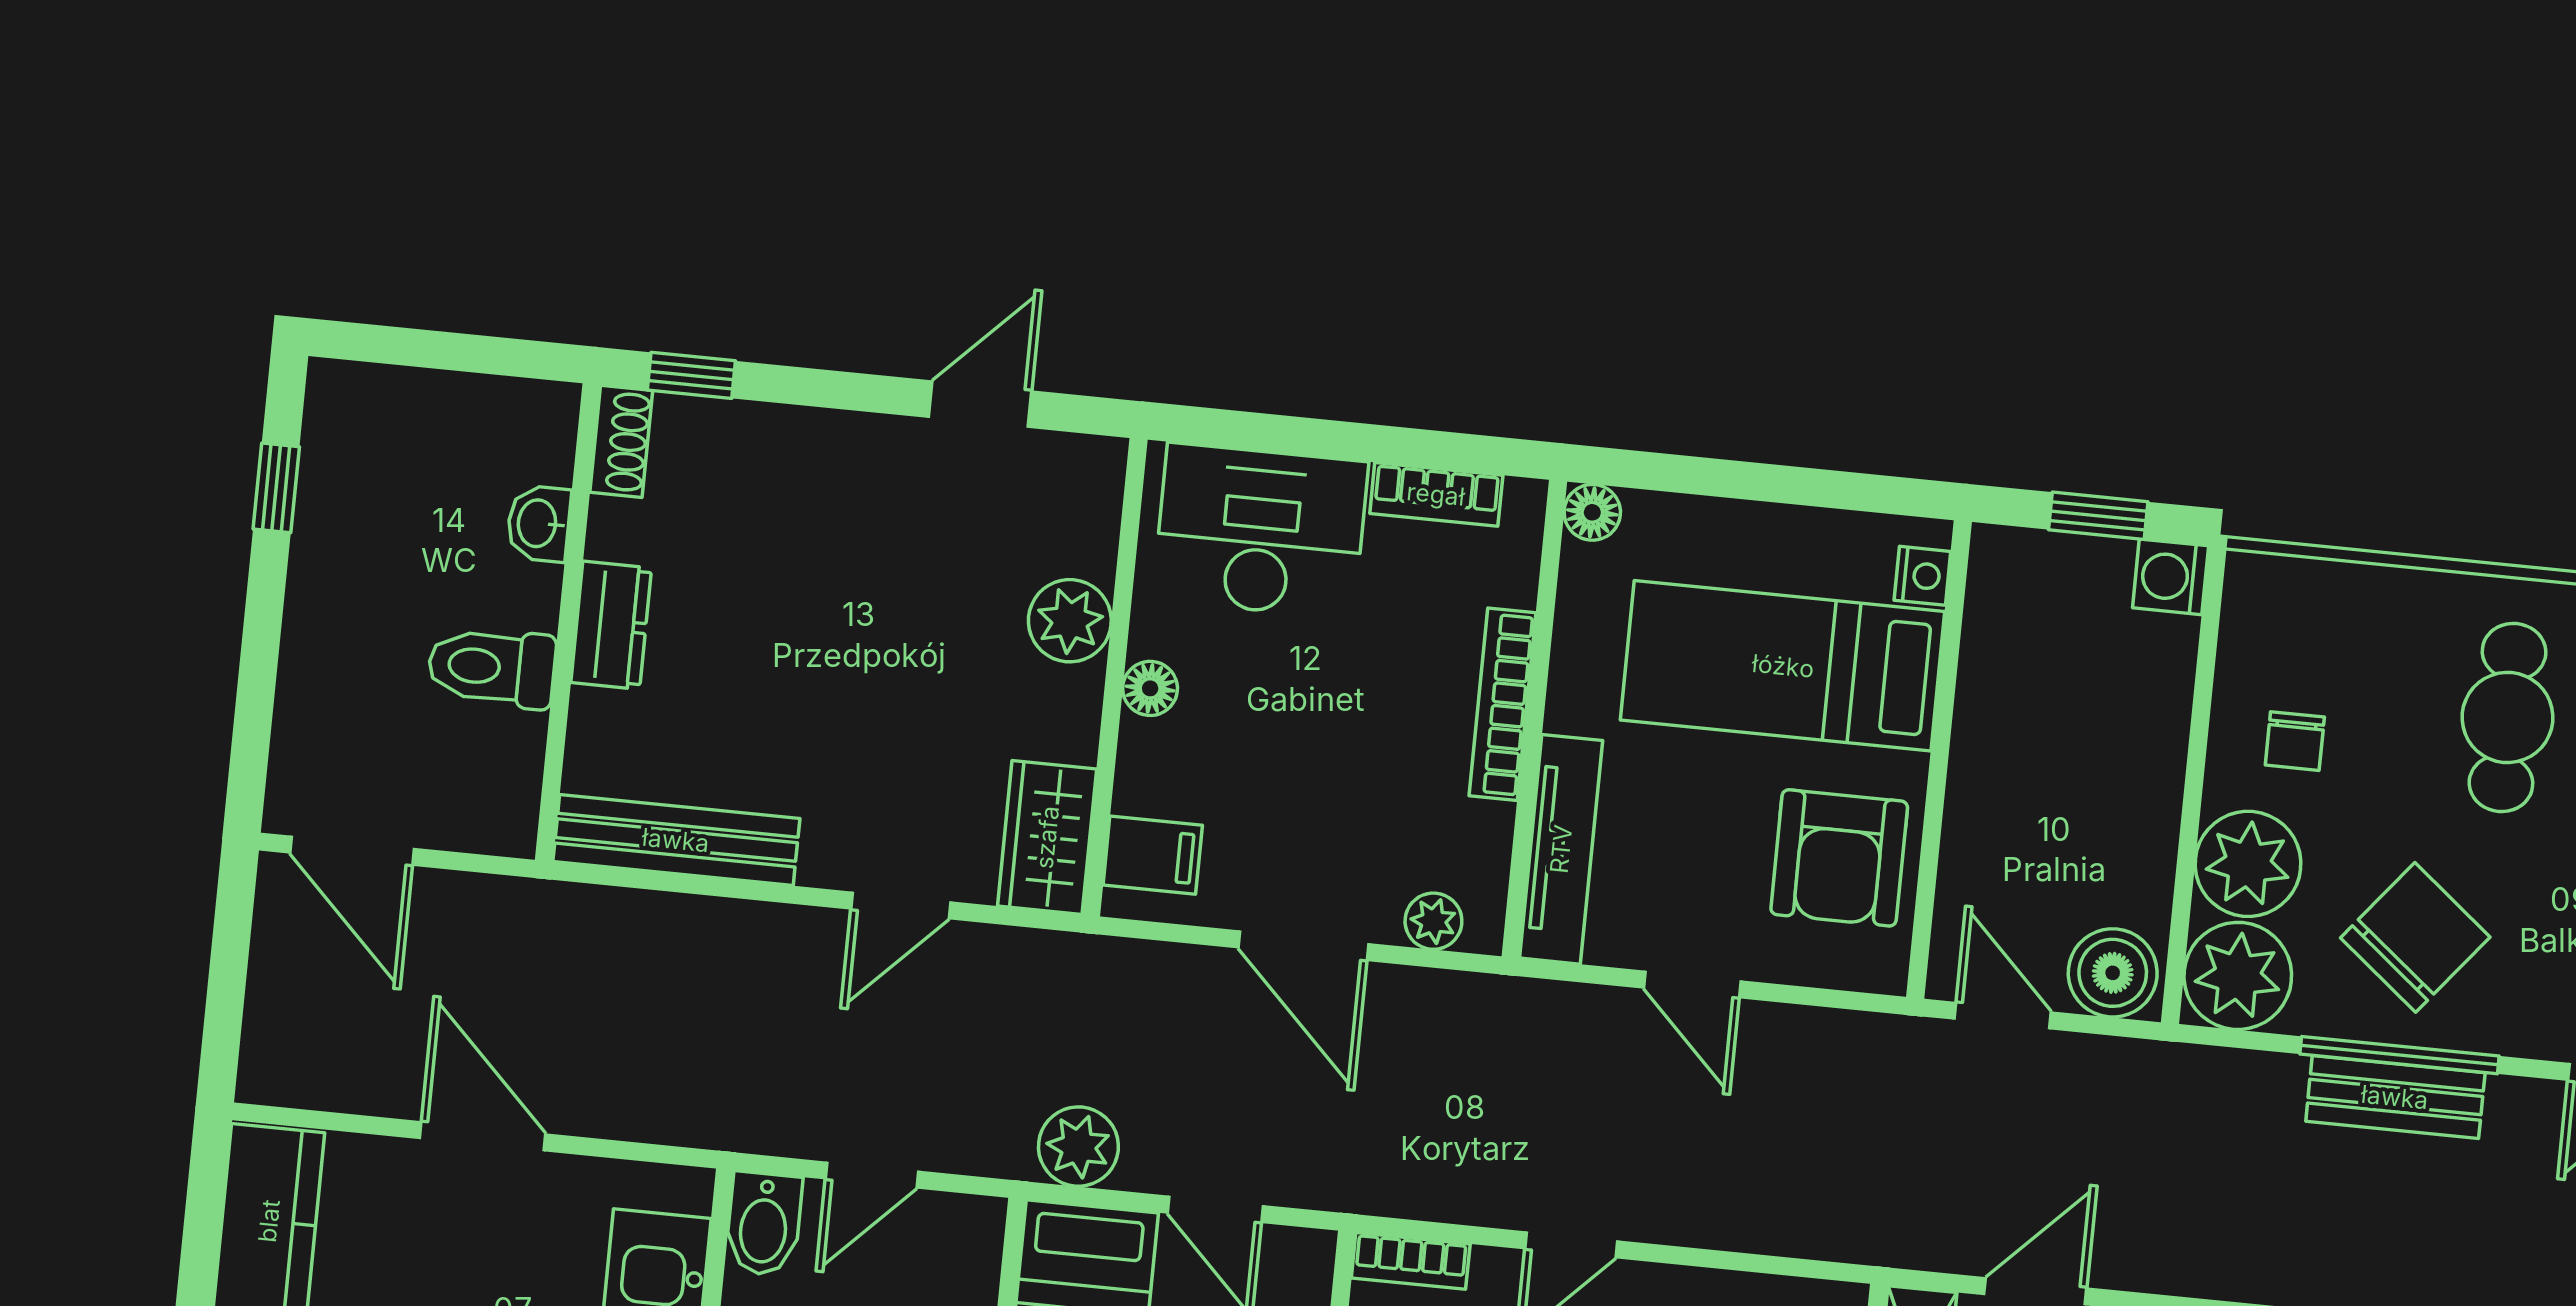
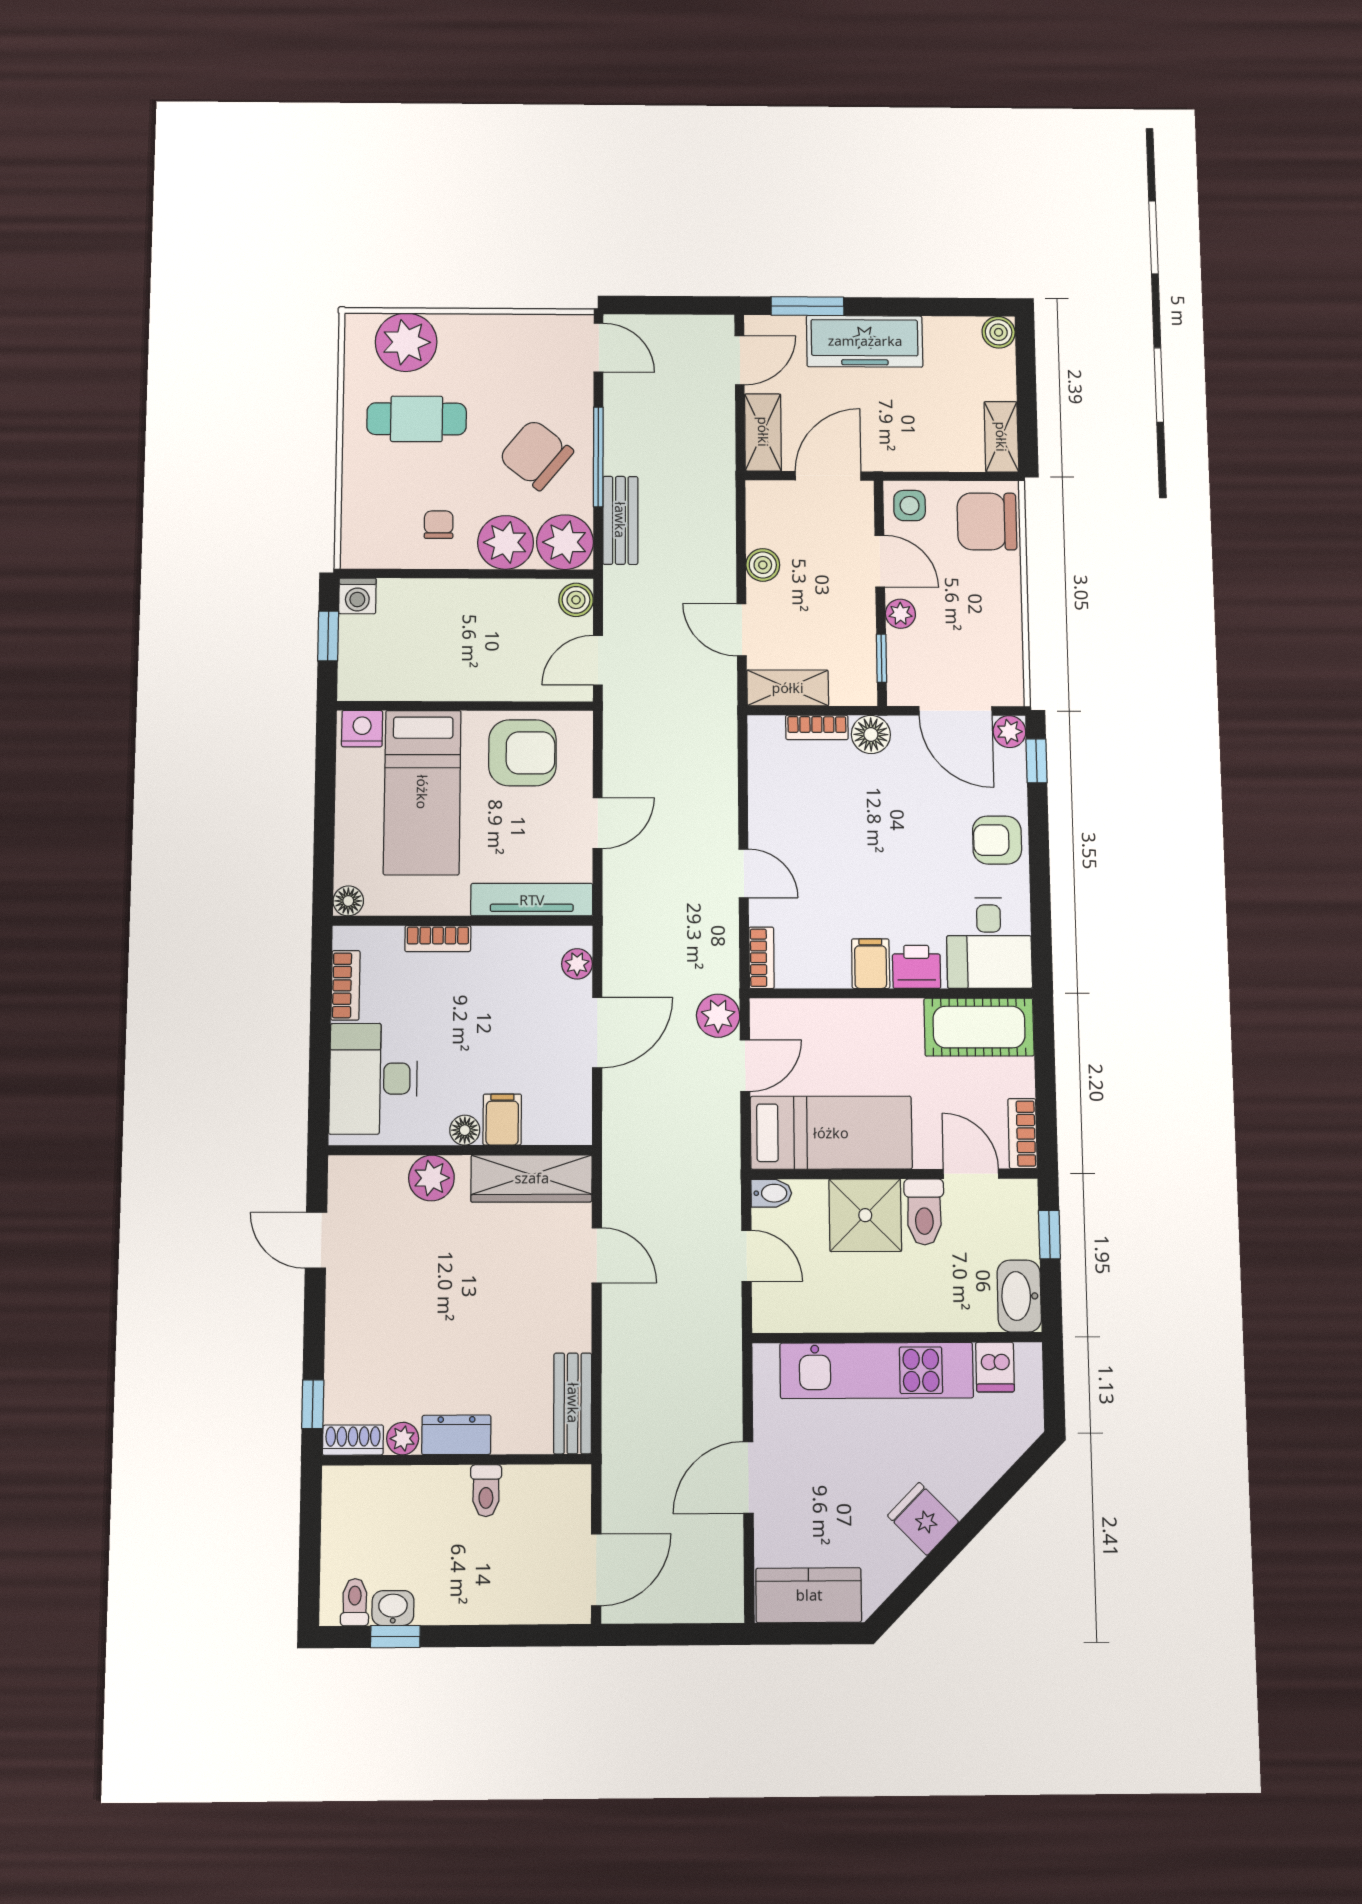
toilet: (342, 422) -> (355, 1602), added
washbasin: (539, 523) -> (393, 1608), moved, turned 180
plant: (615, 529) -> (403, 1439), added
nightstand: (1922, 576) -> (362, 729), width x1.39, depth x1.35
toilet: (492, 667) -> (486, 1491), width x0.73, depth x0.72
bookcase: (1502, 704) -> (438, 939), width x0.64
chair: (2295, 741) -> (439, 525), turned -90
wardrobe: (1047, 837) -> (532, 1178), width x1.50
bench: (676, 840) -> (573, 1403), width x0.73
filing cabinet: (1153, 855) -> (502, 1120), moved
boiler: (2113, 973) -> (576, 600), width x0.73, depth x0.73
bench: (2395, 1097) -> (620, 520), moved
plant: (1078, 1147) -> (718, 1016), moved
bidet: (764, 1224) -> (771, 1193), moved, width x0.72, depth x0.74

